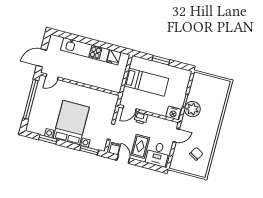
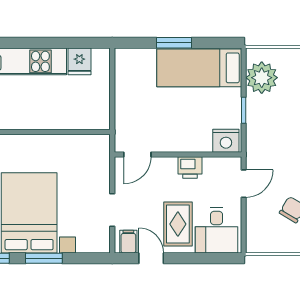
bed: (146, 82) -> (199, 68), moved, turned 180
plant: (192, 109) -> (262, 78), moved
printer: (141, 118) -> (190, 167), moved
window: (89, 150) -> (44, 258), moved

